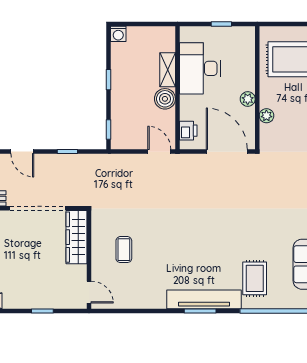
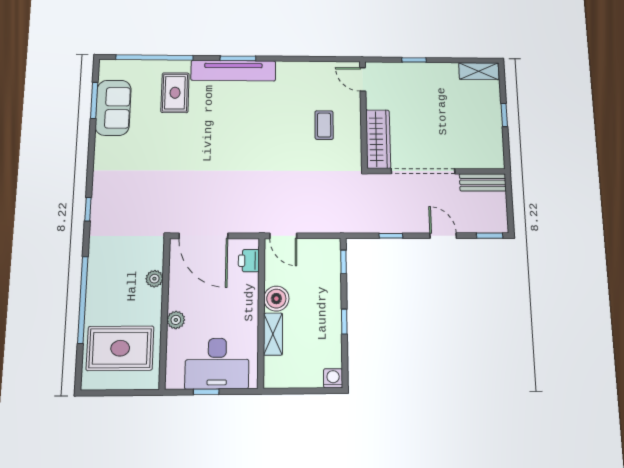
desk: (200, 68) -> (217, 364), moved, turned 90
plant: (248, 99) -> (176, 320), moved

